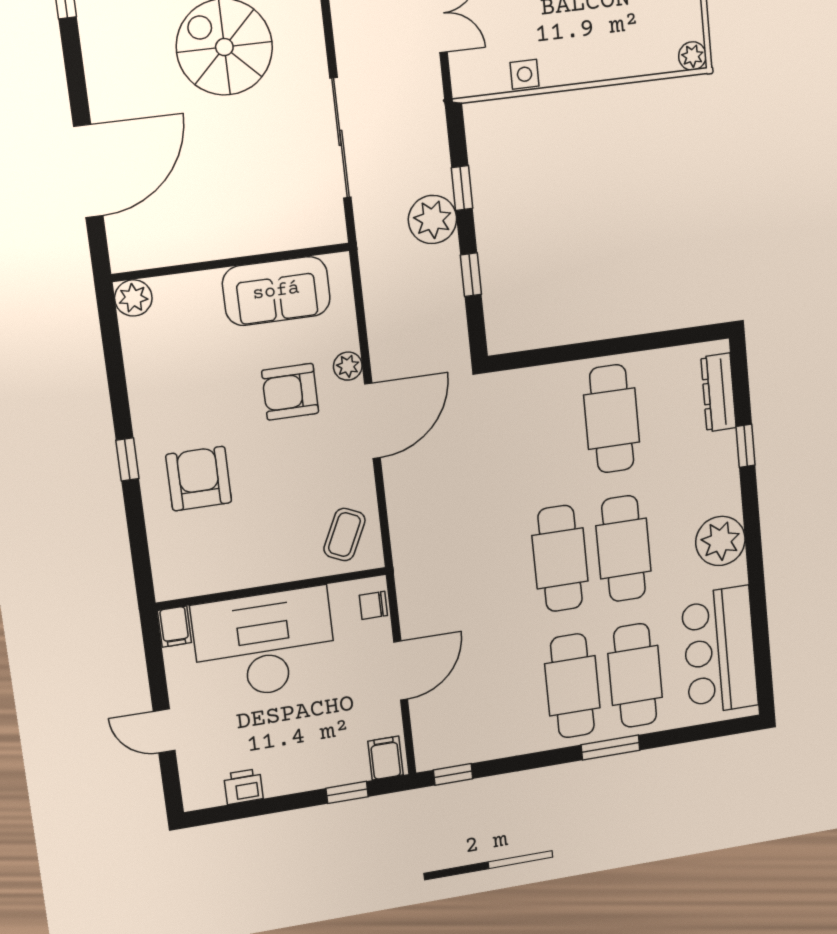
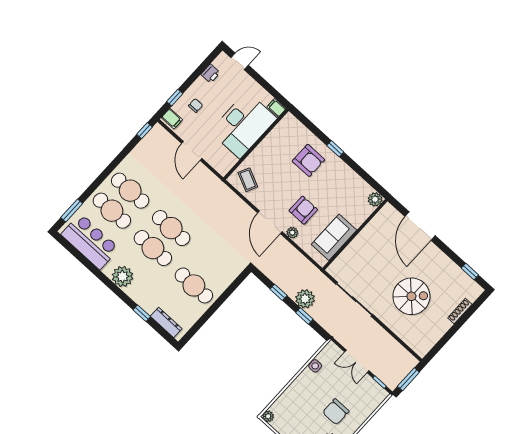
chair: (373, 605) -> (196, 105), moved
door: (164, 731) -> (240, 61), moved
window: (610, 748) -> (72, 210), moved

